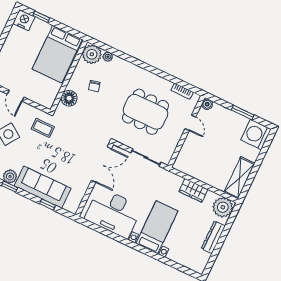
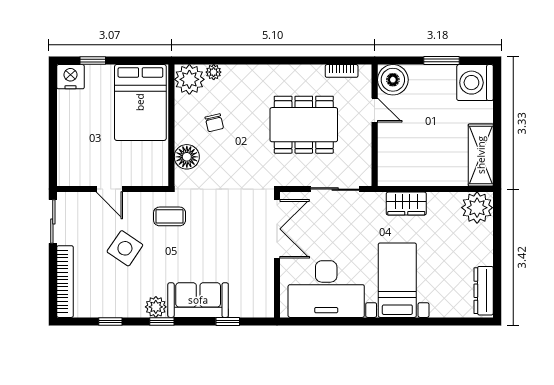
boiler: (207, 104) -> (393, 80), width x1.86, depth x1.86
sofa: (43, 187) -> (198, 300), width x0.73
wardrobe: (193, 190) -> (406, 204), moved
dresser: (213, 237) -> (484, 291), moved

